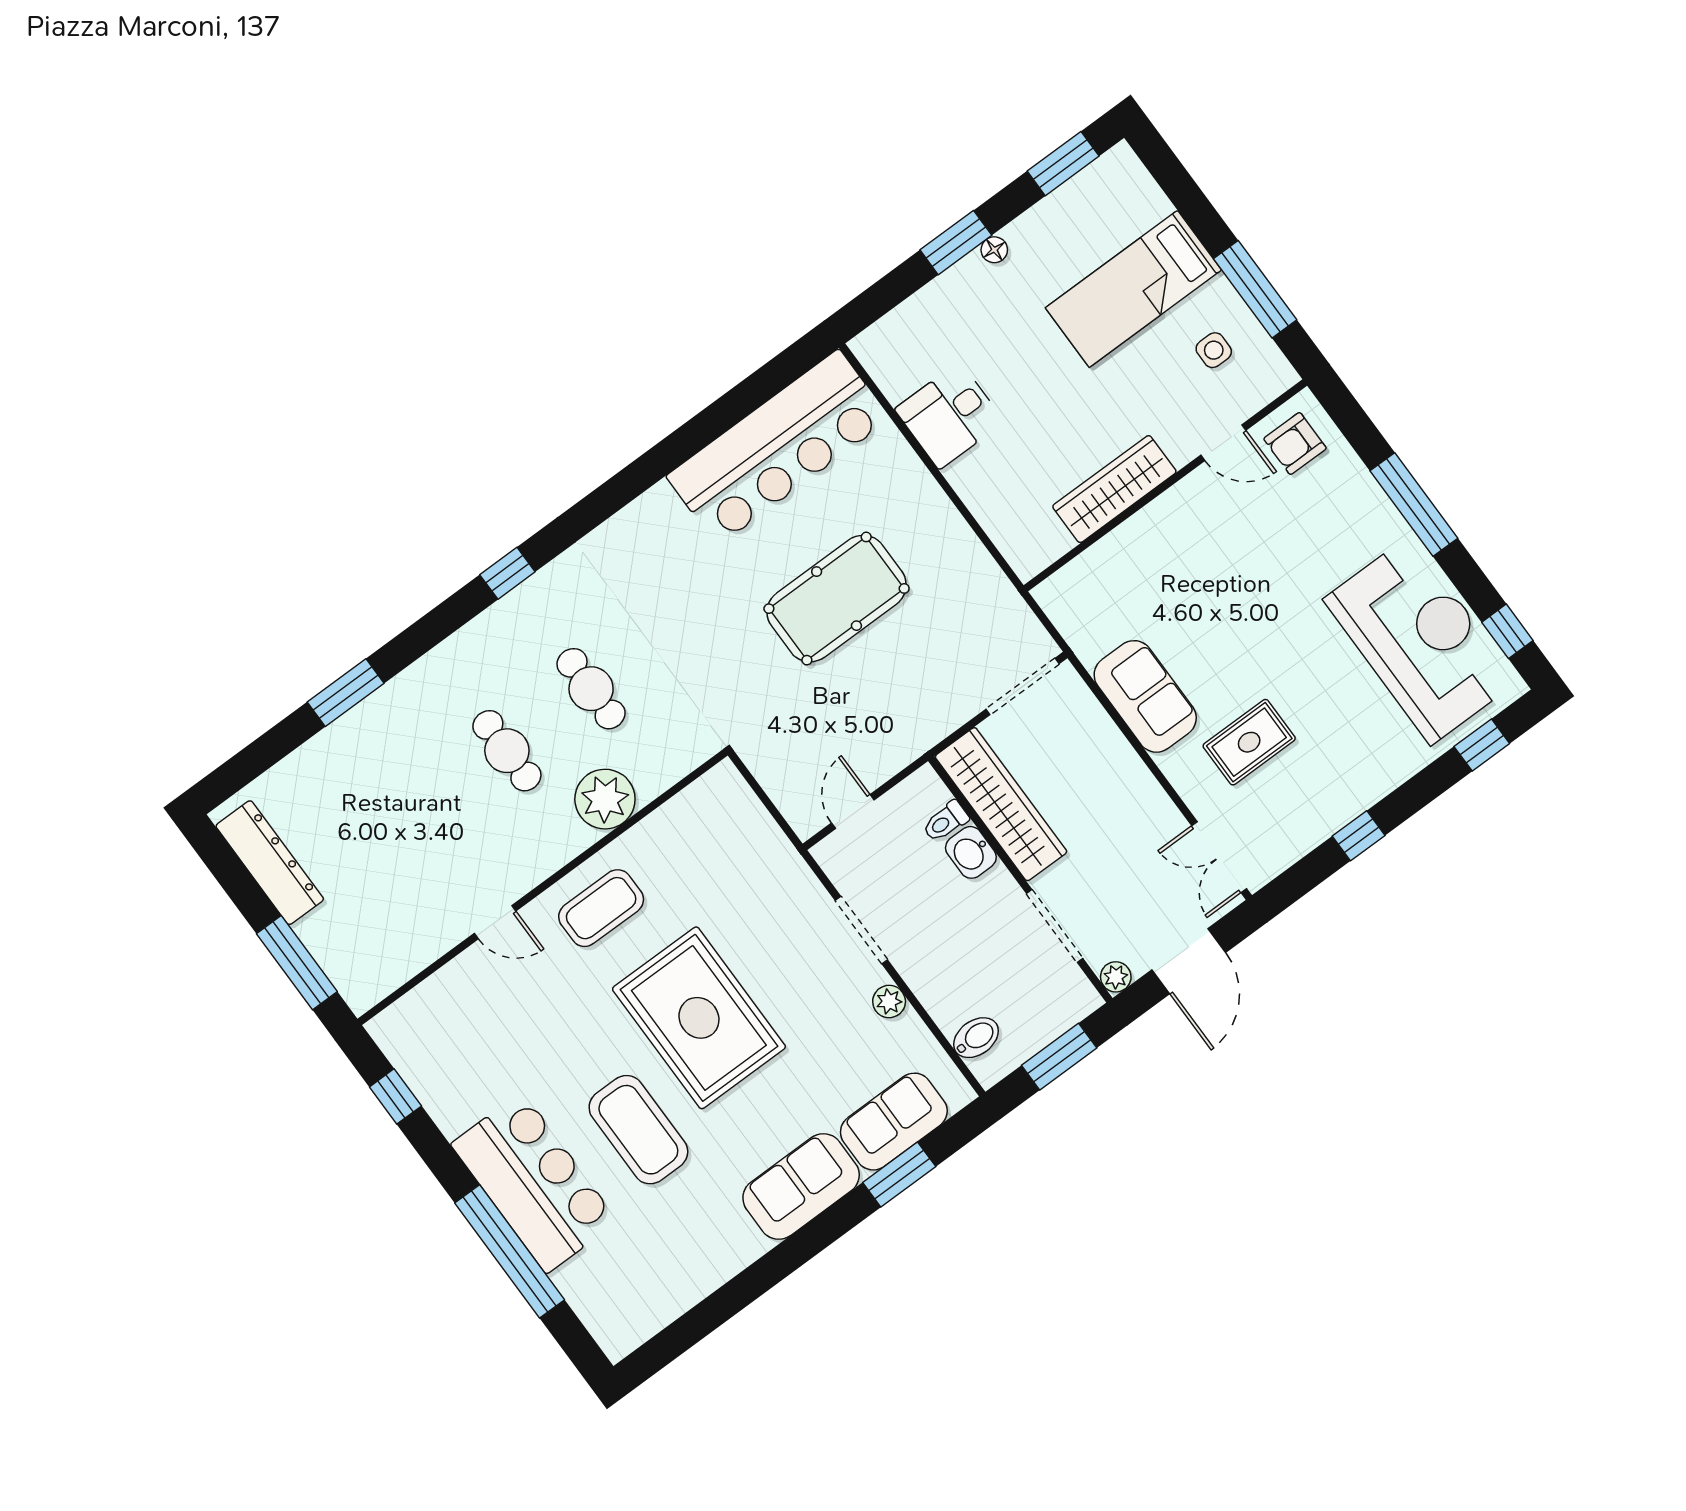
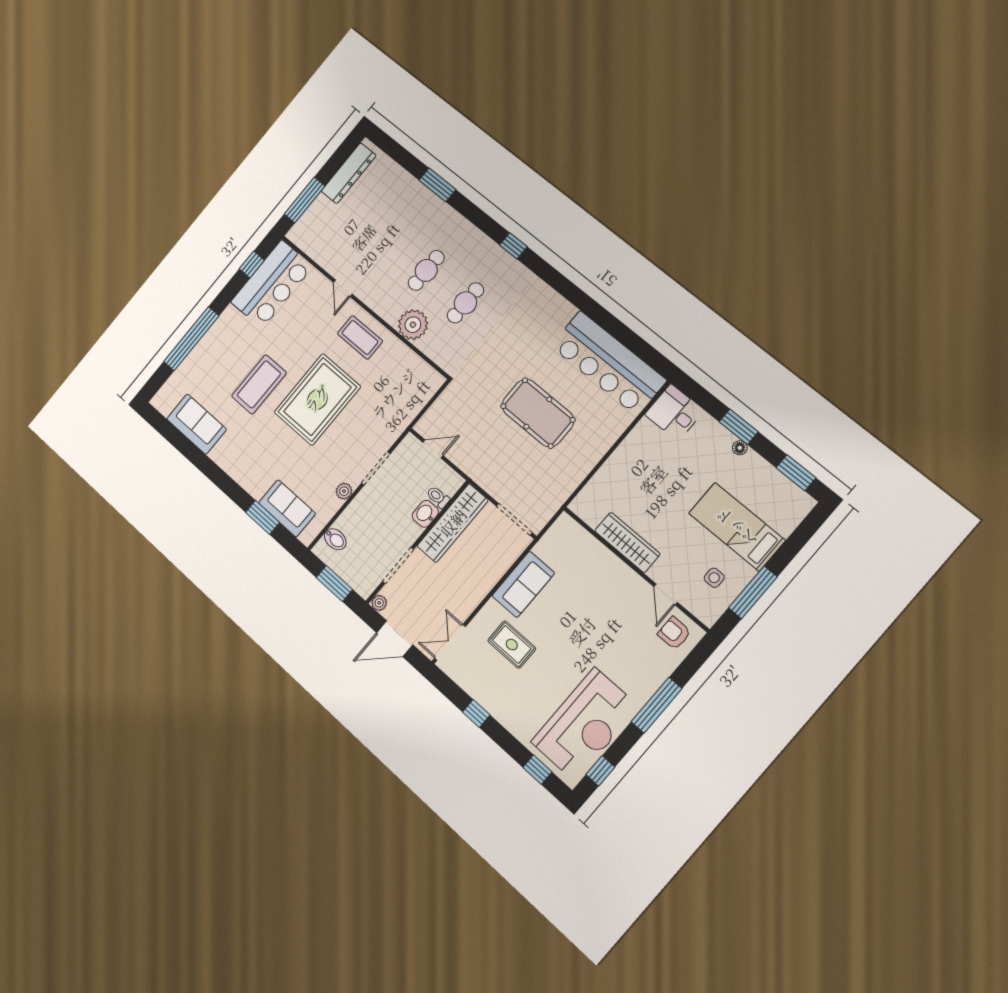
desk: (949, 415) -> (674, 413), moved
bar counter: (534, 1183) -> (272, 284), moved
sofa: (801, 1186) -> (197, 424), moved

